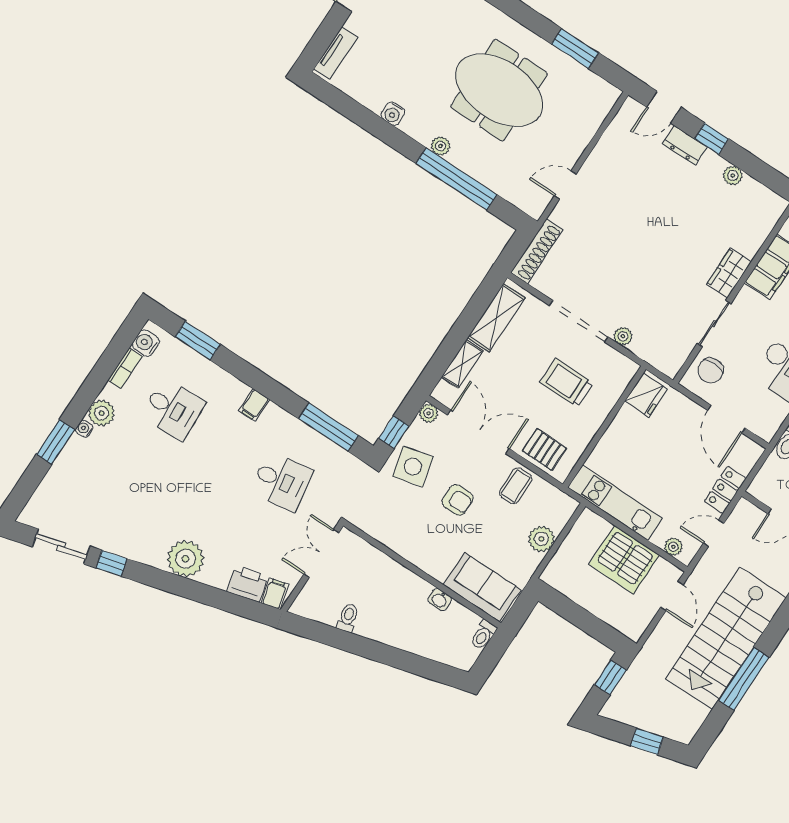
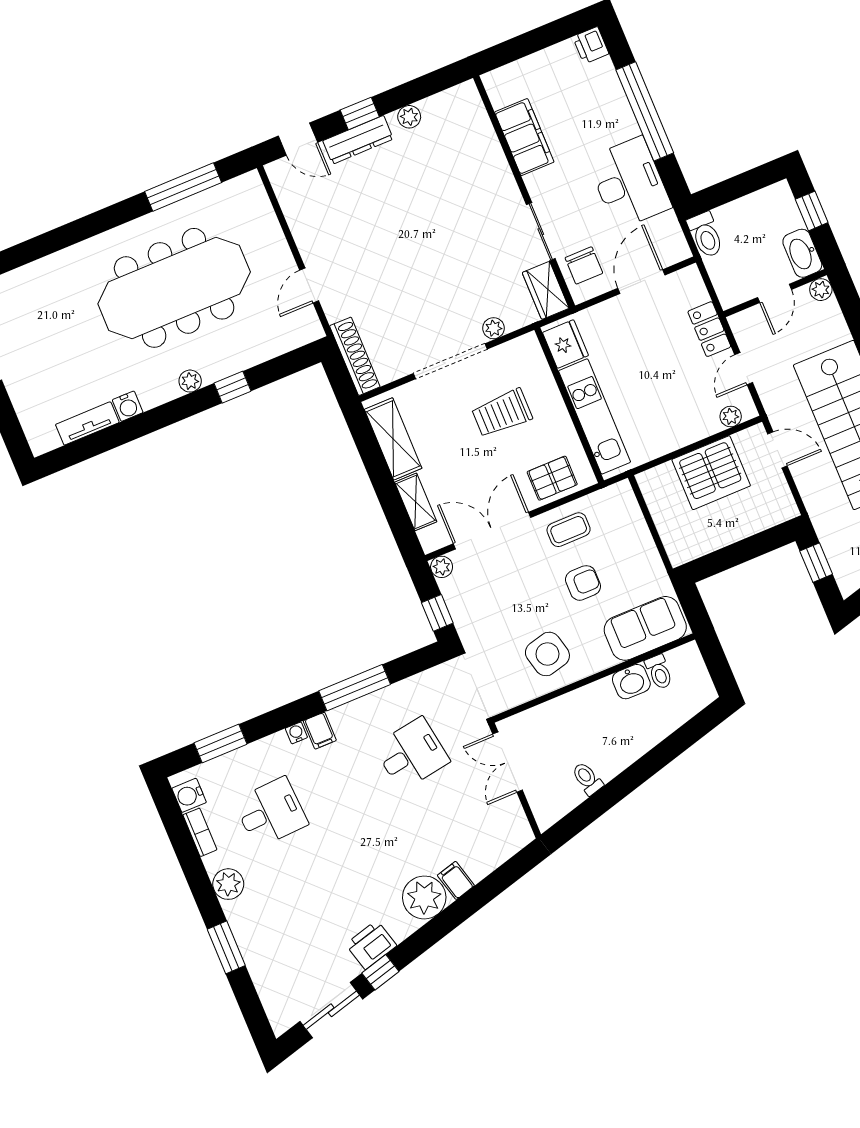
window: (575, 48) -> (183, 187), width x1.44
tv unit: (336, 53) -> (87, 423), moved, turned -90
meeting table: (499, 90) -> (174, 288), width x1.36
door: (664, 107) -> (298, 139), hinge flipped
dresser: (685, 145) -> (358, 140), width x1.44
window: (456, 179) -> (232, 387), width x0.32
wardrobe: (729, 273) -> (546, 290), moved
door: (726, 419) -> (641, 282), swing flipped
window: (329, 427) -> (355, 688), moved
water cooler: (84, 429) -> (296, 733), moved, turned 90
side table: (413, 467) -> (547, 654), moved
coffee table: (516, 486) -> (569, 530), turned 90
armchair: (458, 500) -> (583, 583), moved
kitchen unit: (615, 503) -> (595, 416), moved, turned 90
plant: (541, 539) -> (637, 539), removed
printer: (247, 584) -> (371, 945), moved
filing cabinet: (275, 594) -> (456, 880), moved
washbasin: (440, 600) -> (631, 682), width x1.38, depth x1.45
toilet: (483, 635) -> (659, 672), moved

